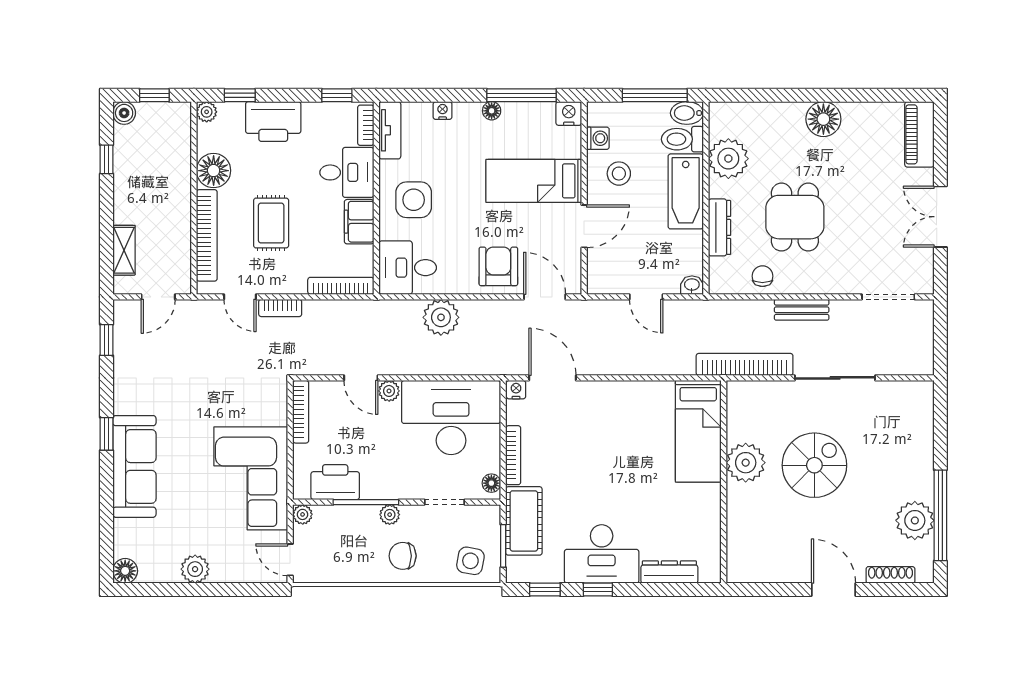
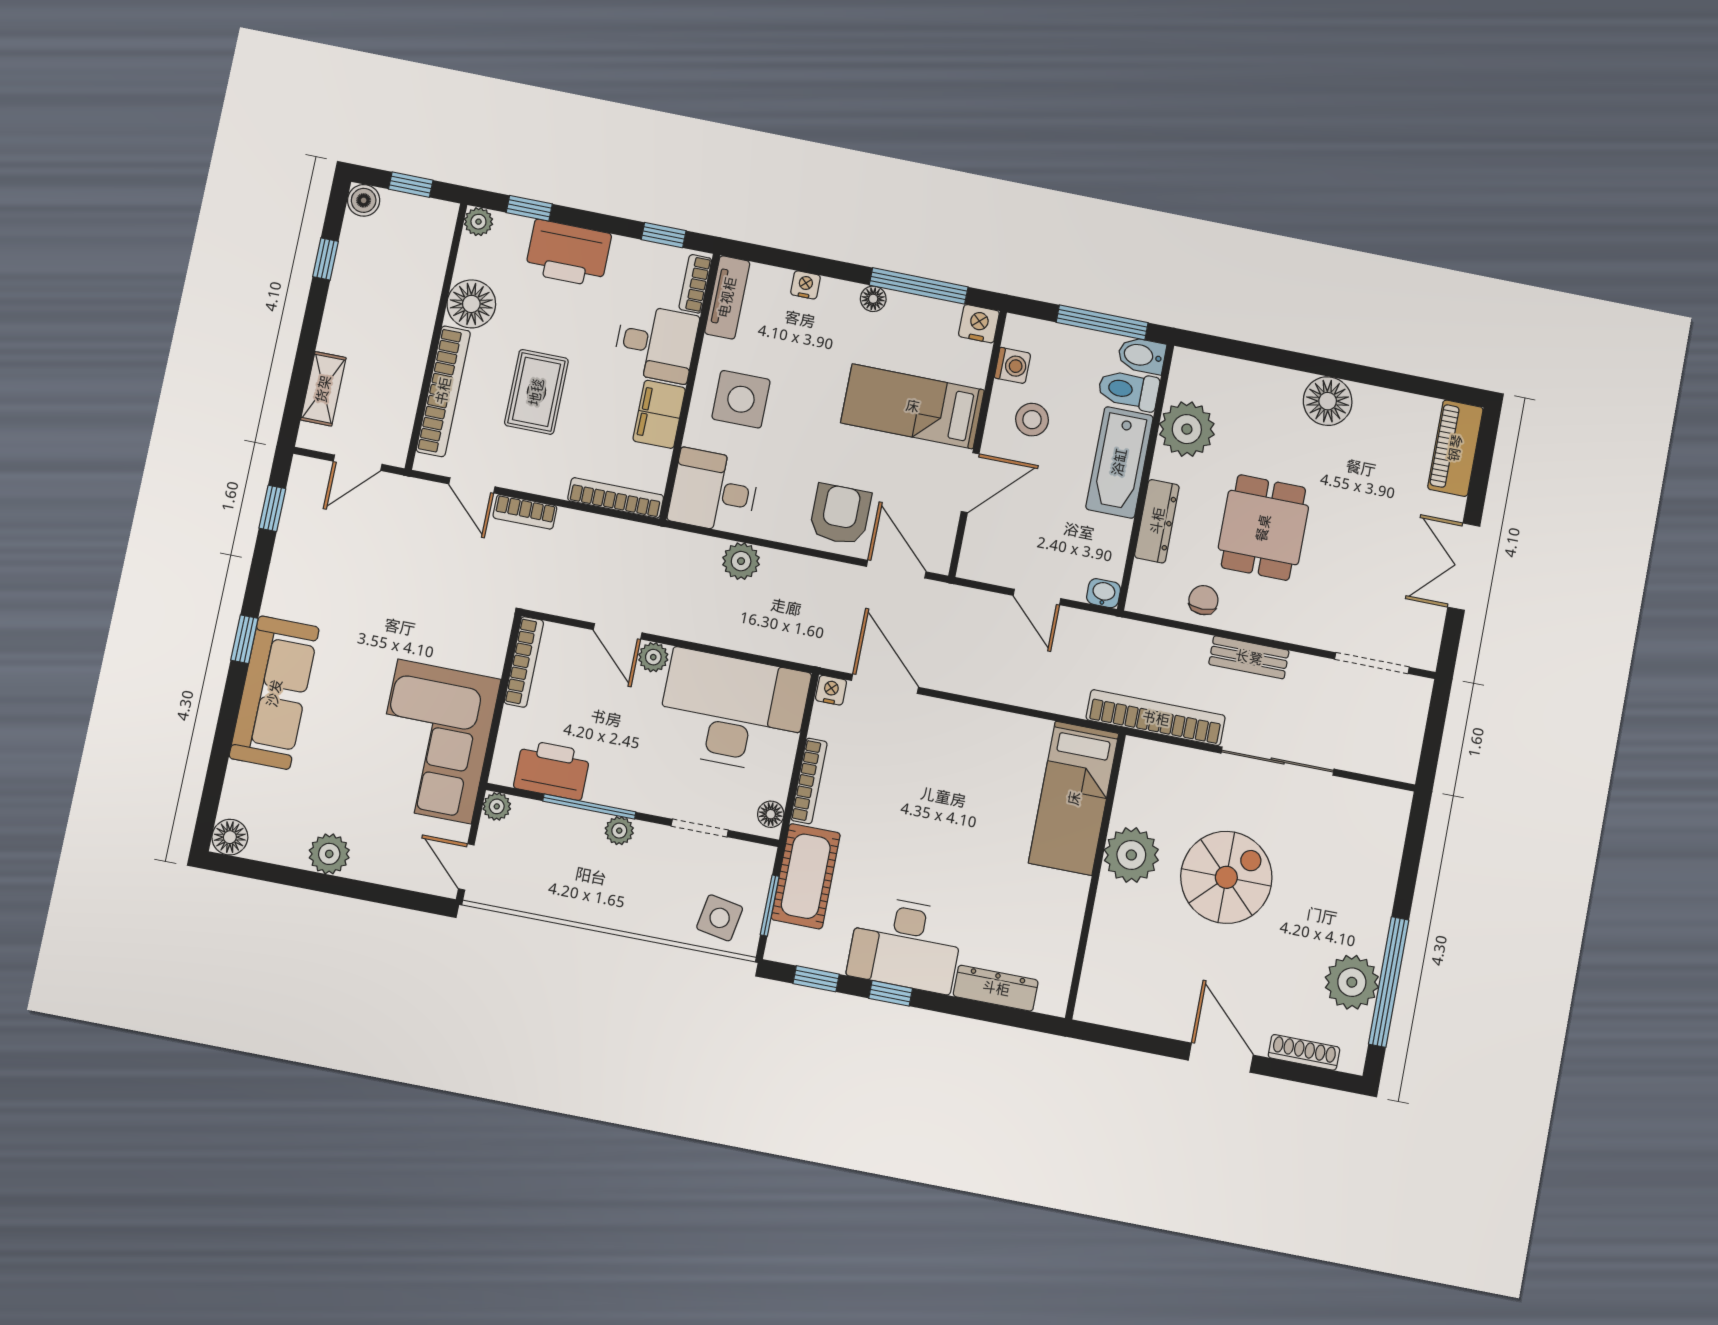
plant: (441, 317) -> (741, 561), width x0.73, depth x0.73
chair: (403, 556) -> (626, 892), removed

